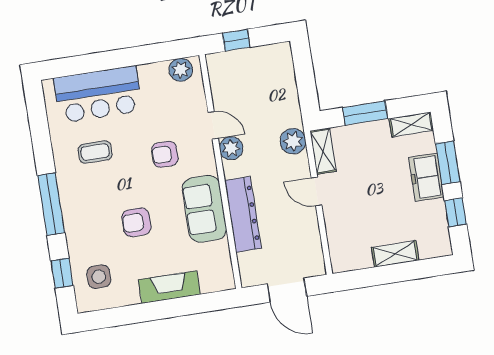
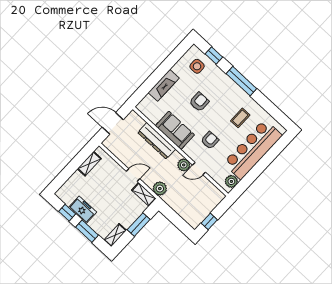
window: (236, 40) -> (209, 221), moved
bar counter: (98, 94) -> (253, 149), width x1.36
freezer: (426, 177) -> (83, 210), moved
shelving: (395, 254) -> (89, 164), moved

